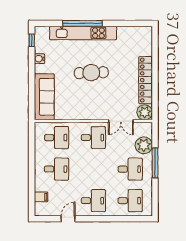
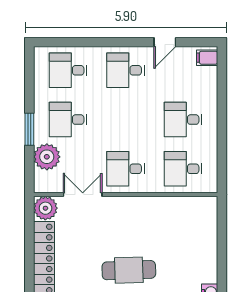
sofa: (44, 97) -> (202, 233), removed
window: (155, 163) -> (29, 129), width x0.69
filing cabinet: (41, 197) -> (207, 58), moved

